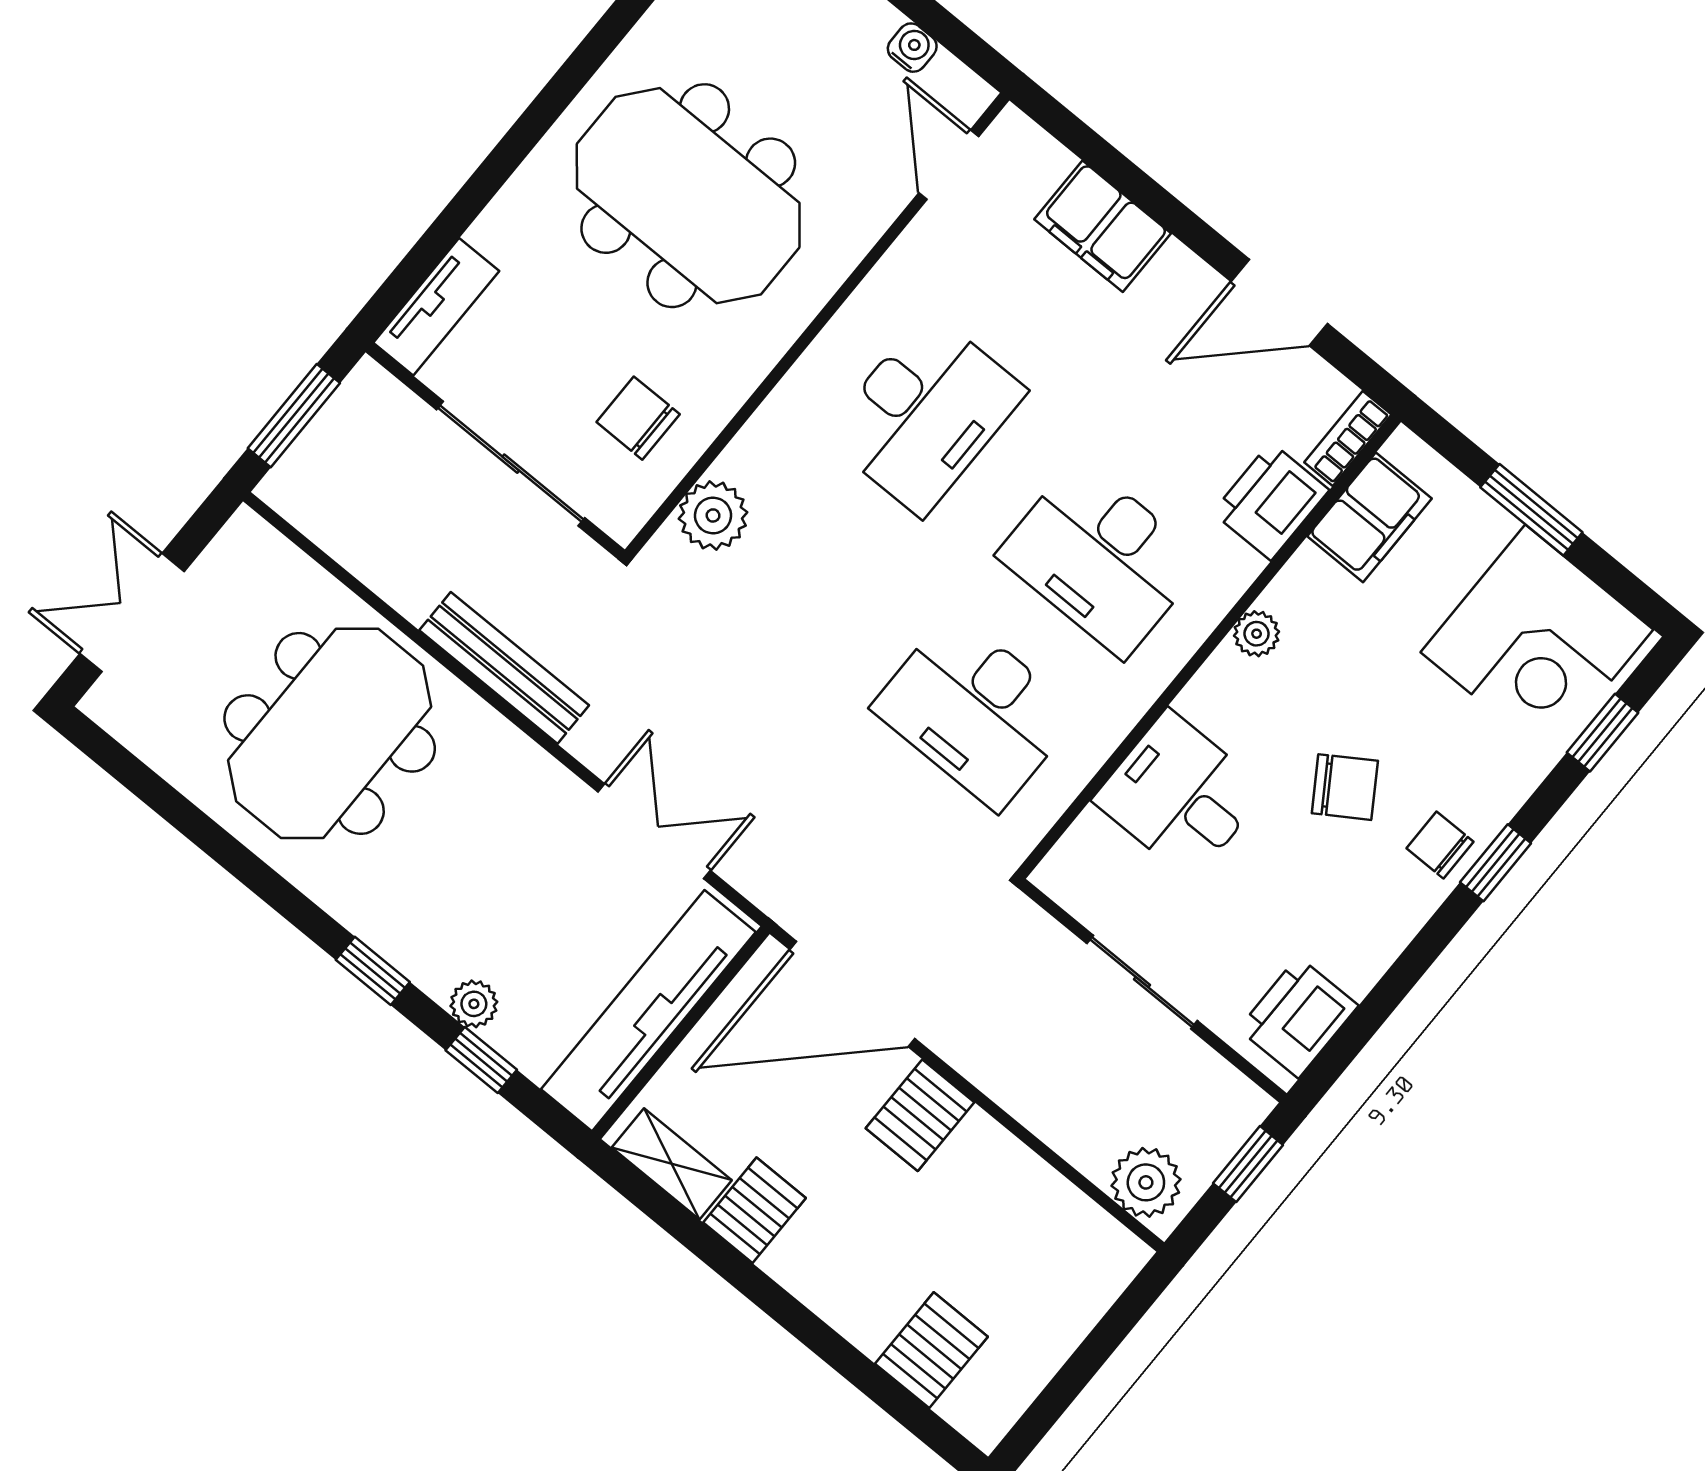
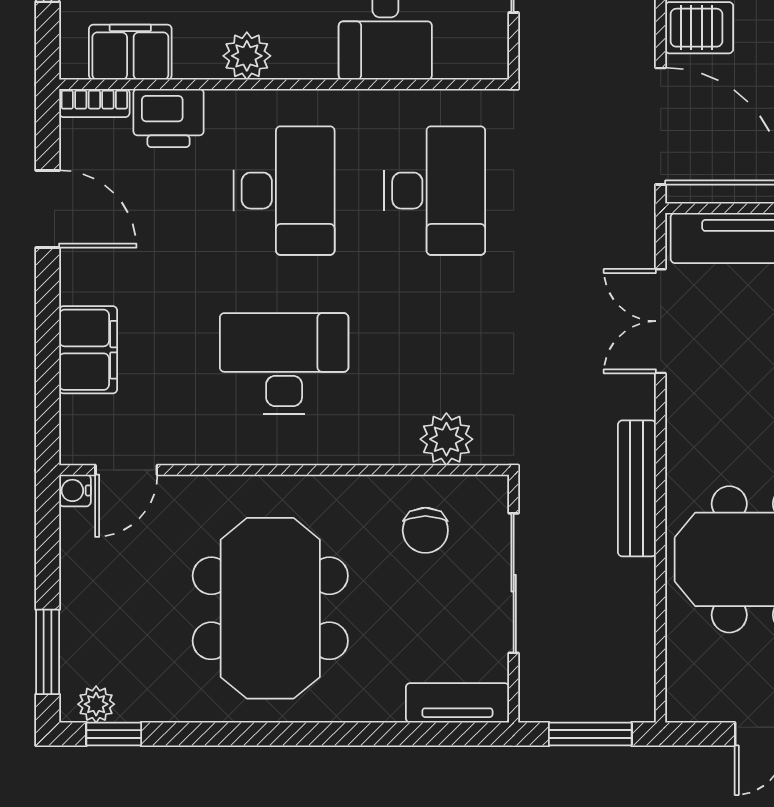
water cooler: (912, 48) -> (75, 490), moved
plant: (1257, 634) -> (247, 56), width x1.38, depth x1.38

